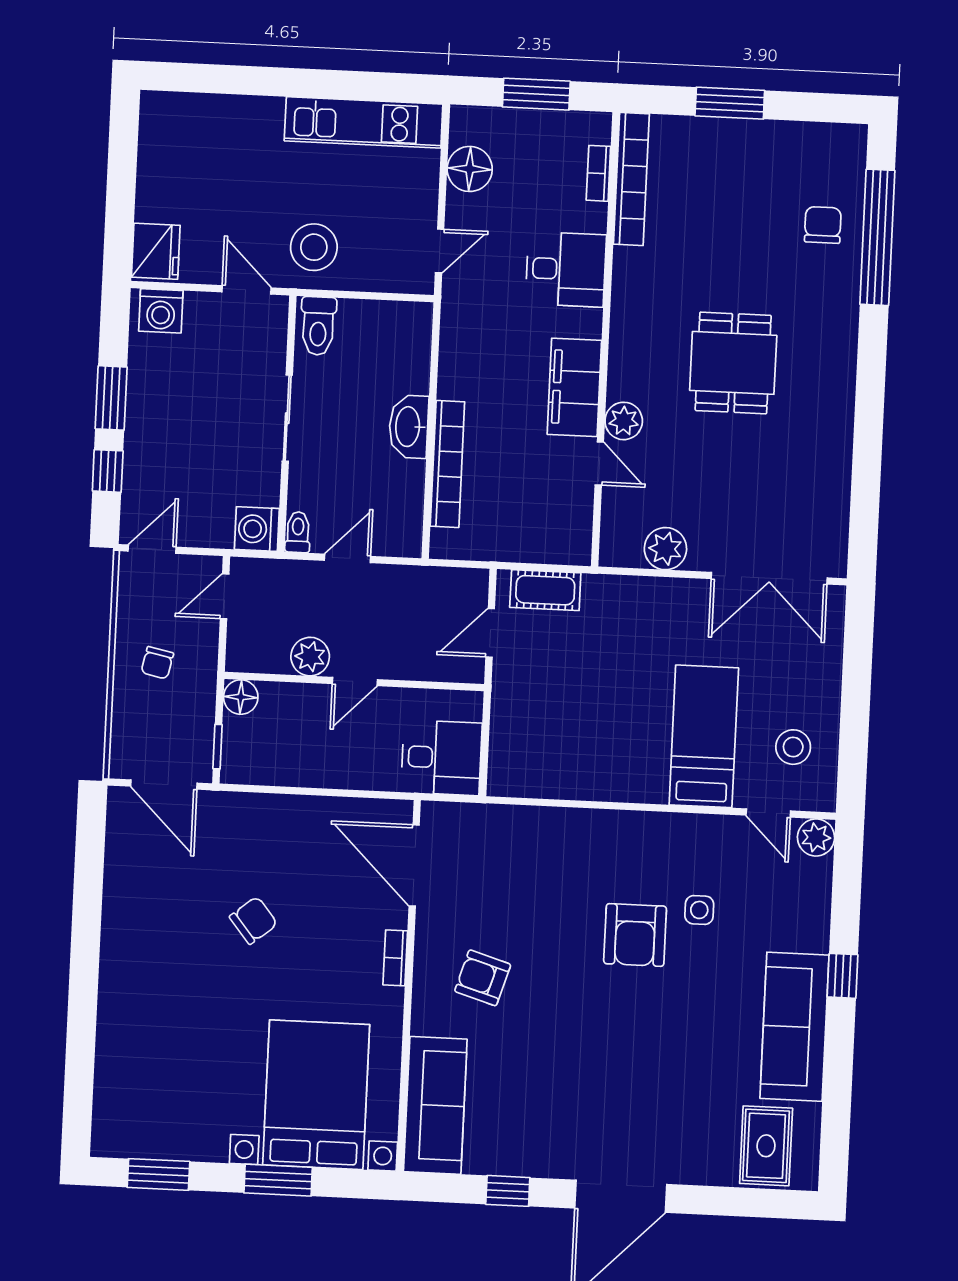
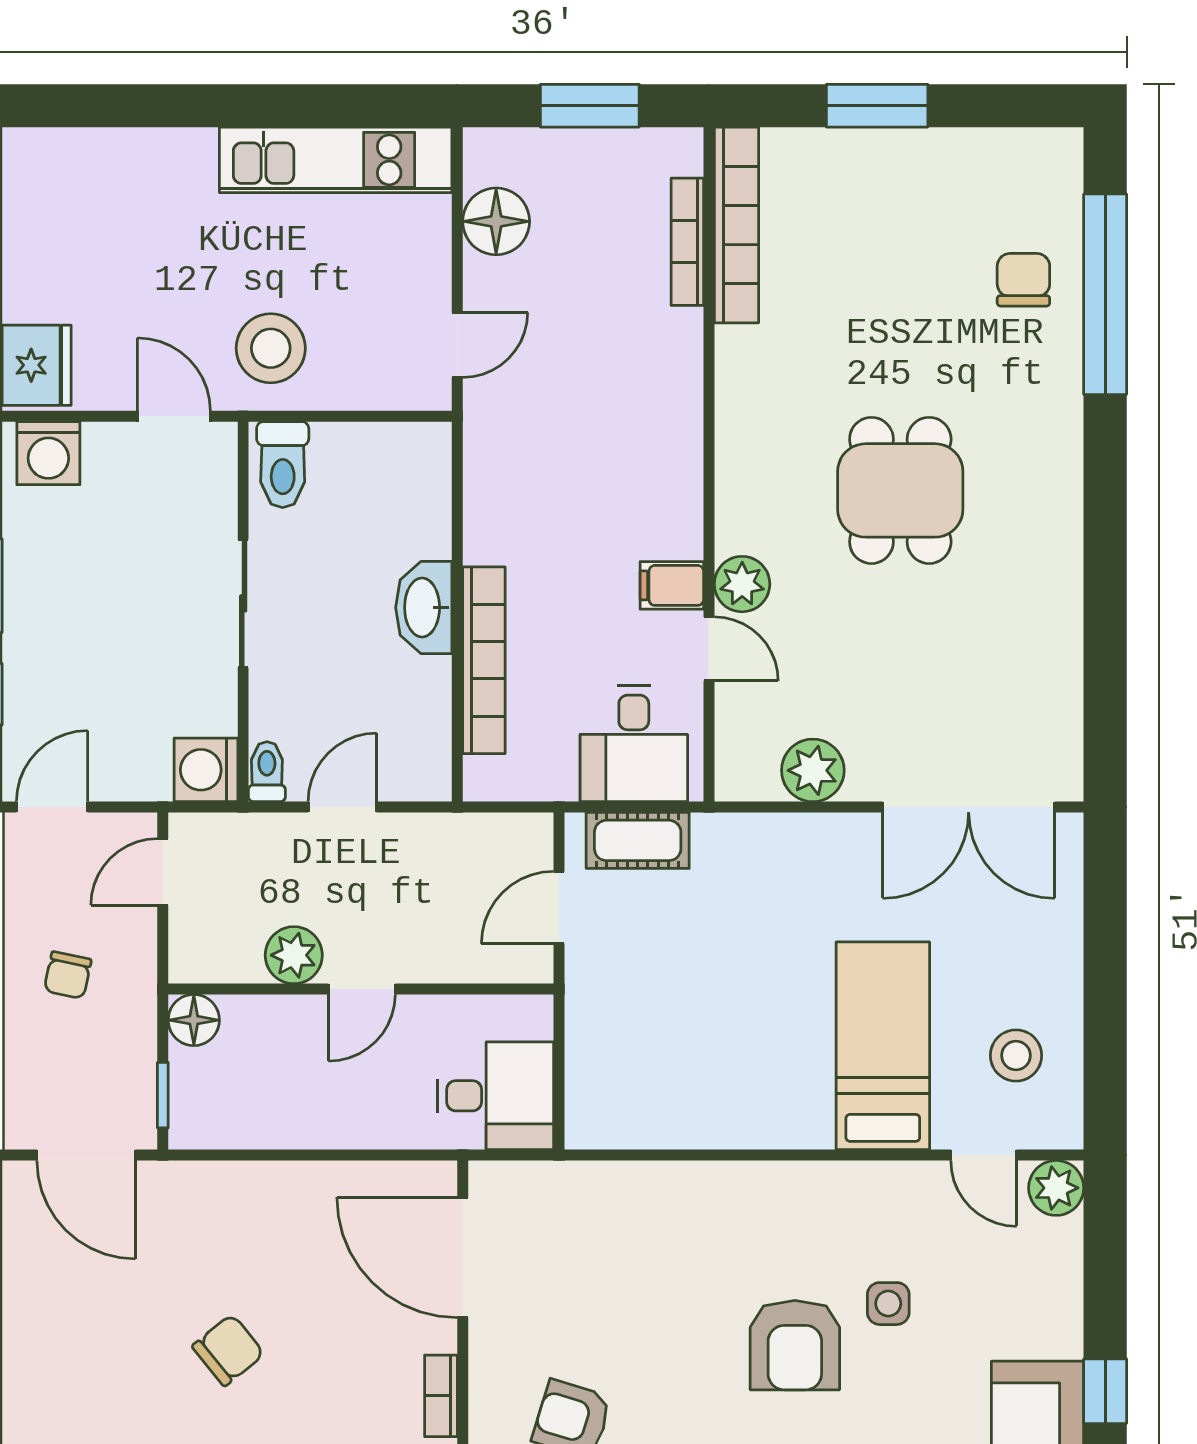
bookcase: (598, 173) -> (687, 242), width x1.56
desk: (566, 269) -> (634, 744), moved, turned 90
filing cabinet: (574, 387) -> (672, 585), width x0.33, depth x0.86

